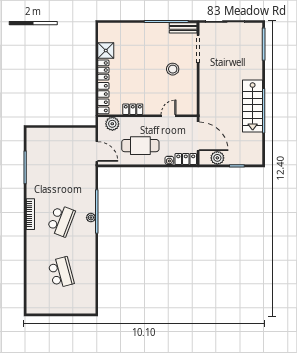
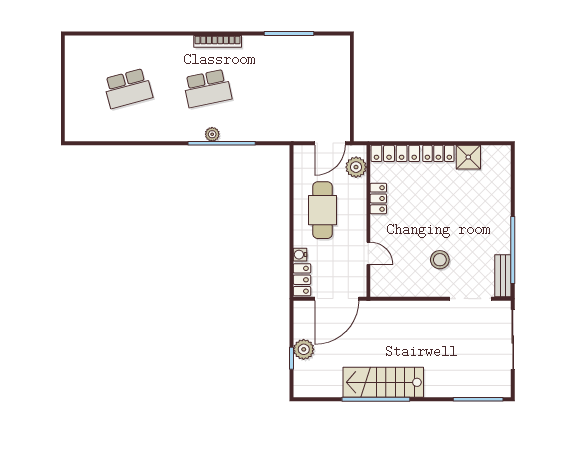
door: (97, 152) -> (330, 143), moved
plant: (217, 158) -> (304, 349), moved
school desk: (61, 221) -> (207, 88), turned -33

